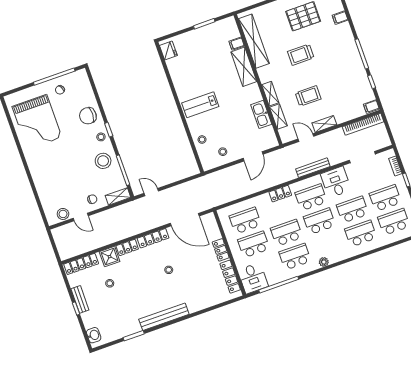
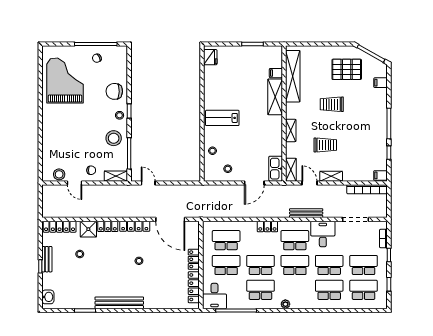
kitchen sink: (261, 114) -> (276, 169), moved
shelving: (278, 116) -> (291, 170), moved
grand piano: (37, 122) -> (65, 80), turned 180

